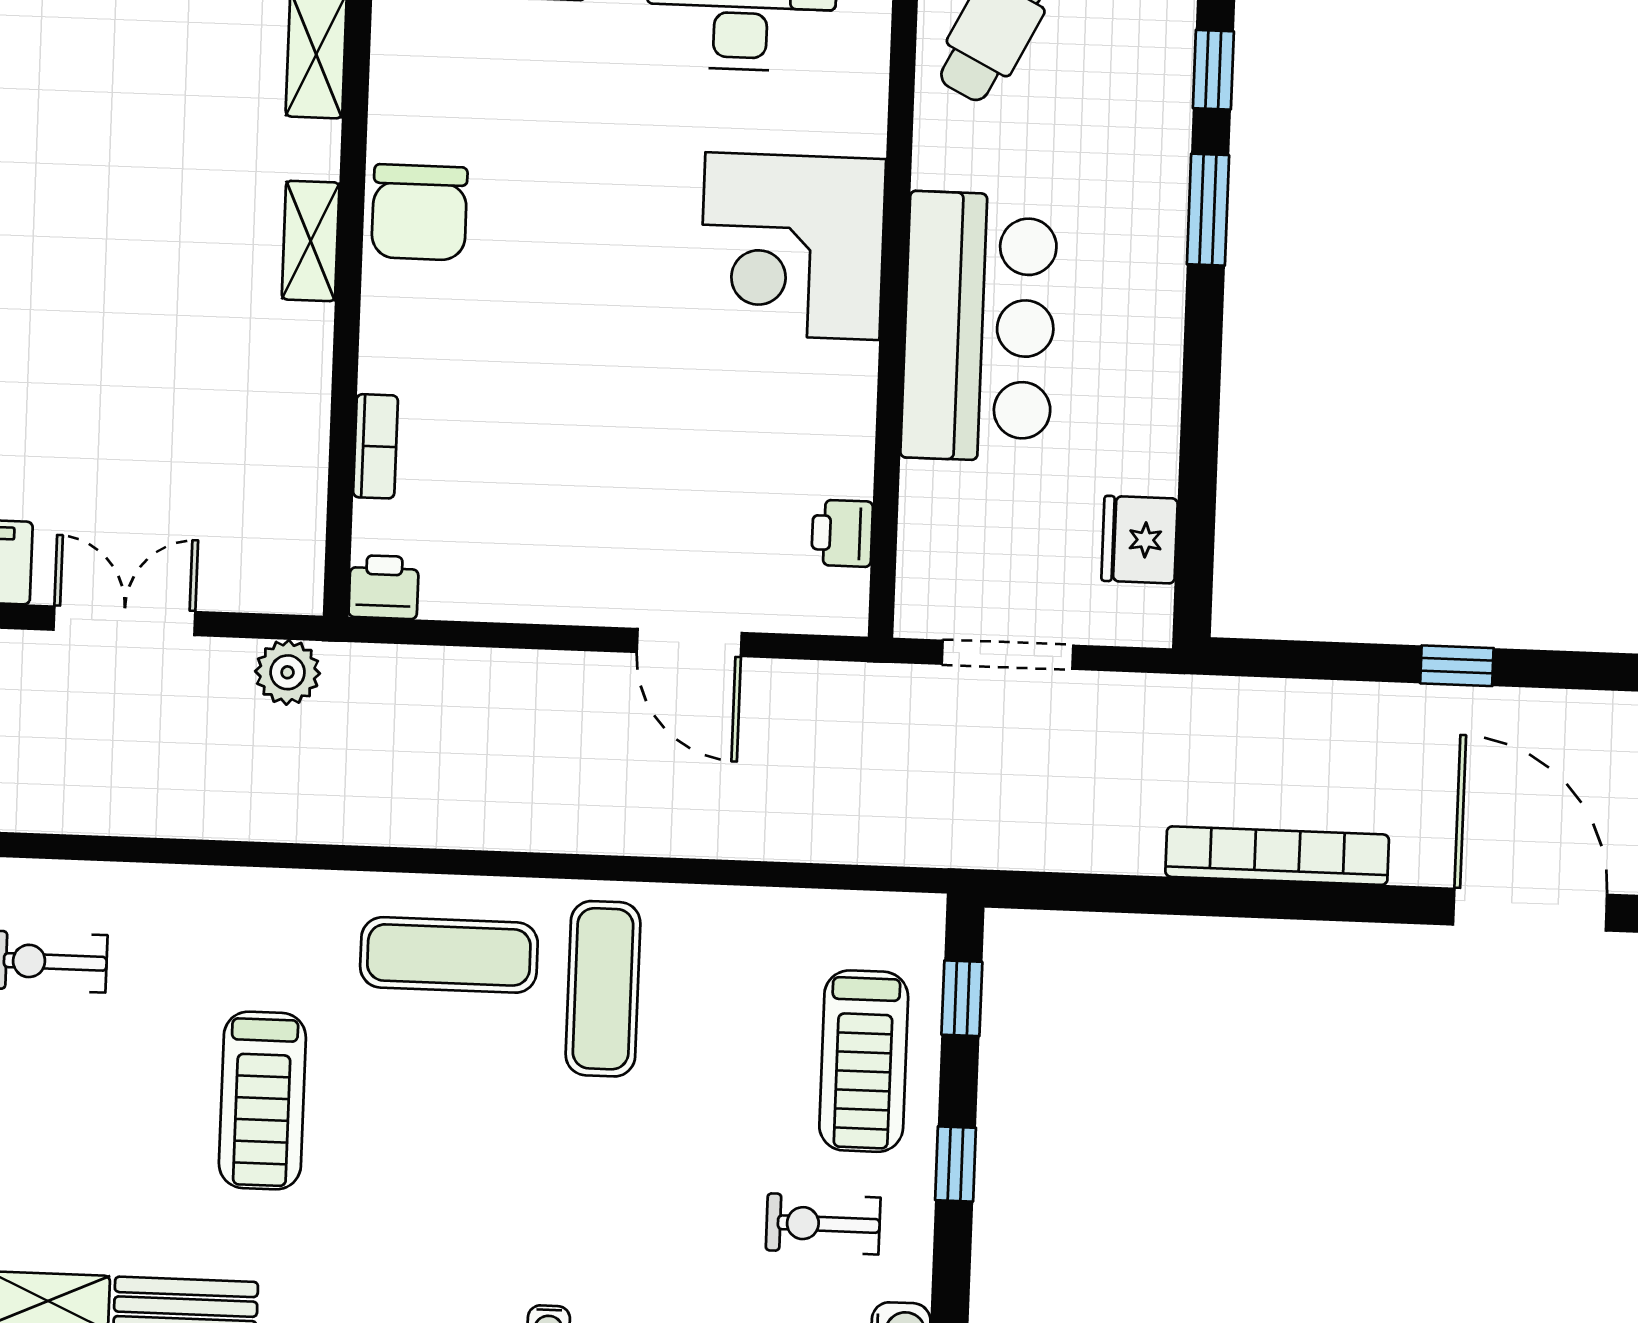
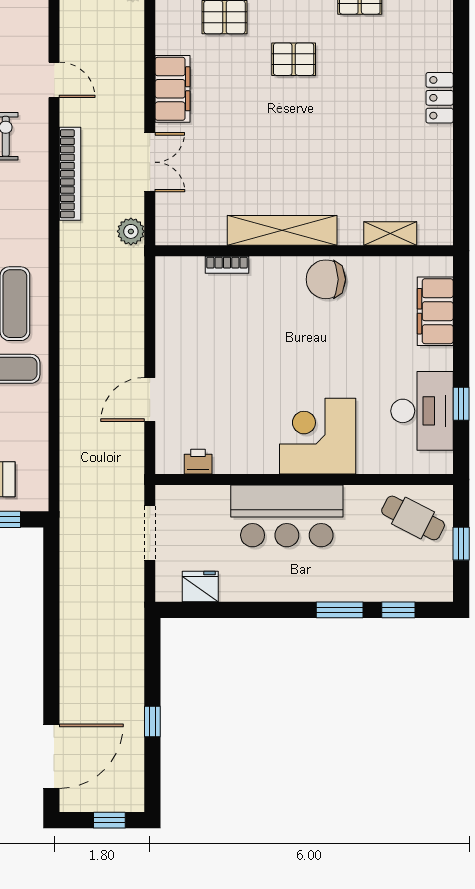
shelving: (311, 241) -> (282, 230), width x2.20, depth x1.33
printer: (384, 587) -> (168, 270), removed
bookcase: (1277, 856) -> (70, 174), moved

